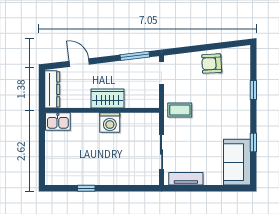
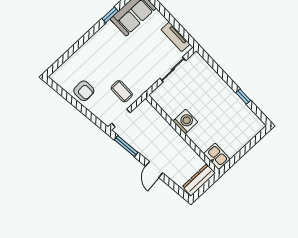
door: (79, 63) -> (154, 170), moved
window: (253, 90) -> (76, 47), removed
wardrobe: (108, 99) -> (171, 138), removed
coffee table: (180, 110) -> (122, 91), moved

